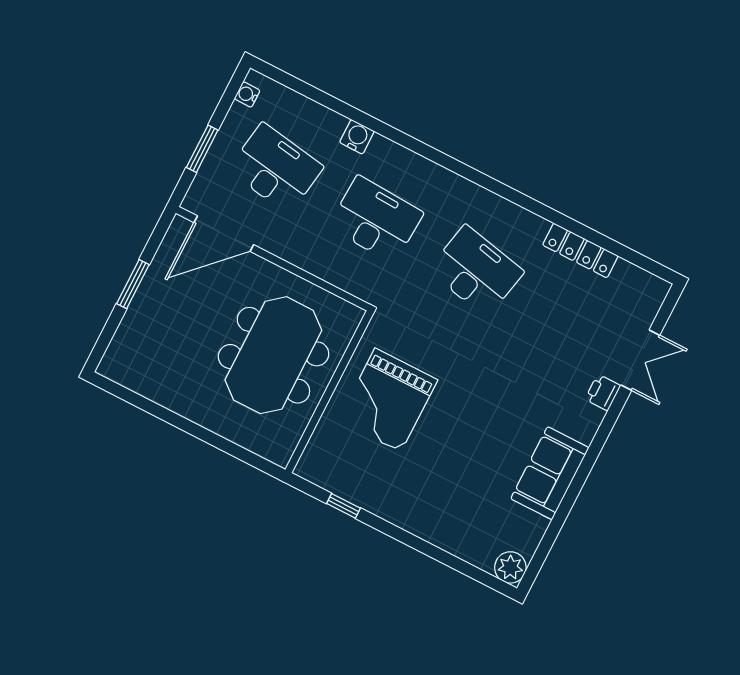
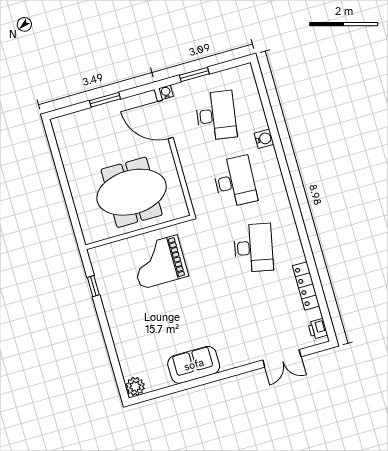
water cooler: (247, 94) -> (166, 92), moved
printer: (603, 392) -> (318, 329), moved, turned -90

